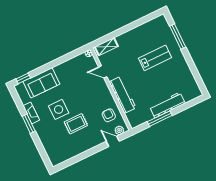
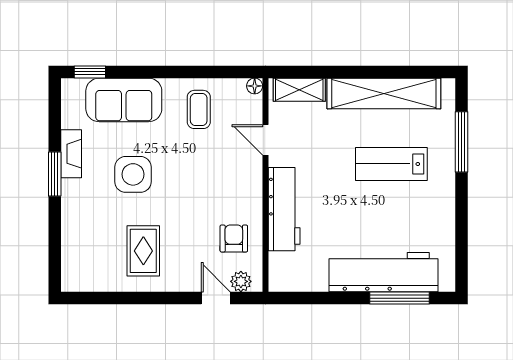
shelving: (139, 32) -> (384, 94), added
lab bench: (155, 58) -> (391, 164), turned 180
coffee table: (72, 73) -> (199, 109), added
workbench: (167, 105) -> (384, 272), width x1.36, depth x1.32
window: (160, 119) -> (400, 298), moved
rug: (76, 124) -> (143, 251), moved, turned 90

